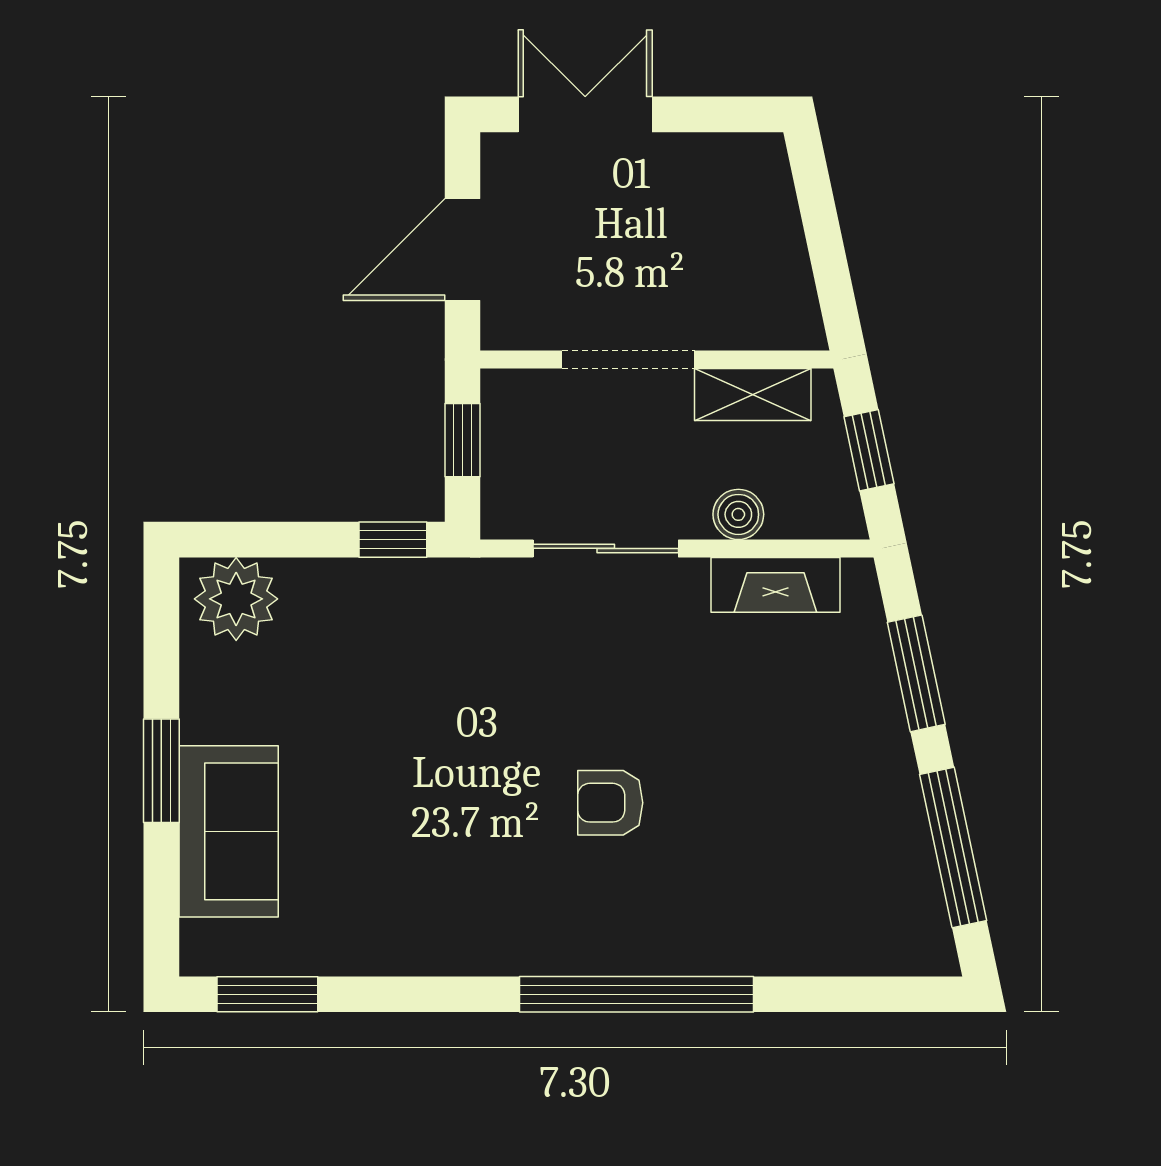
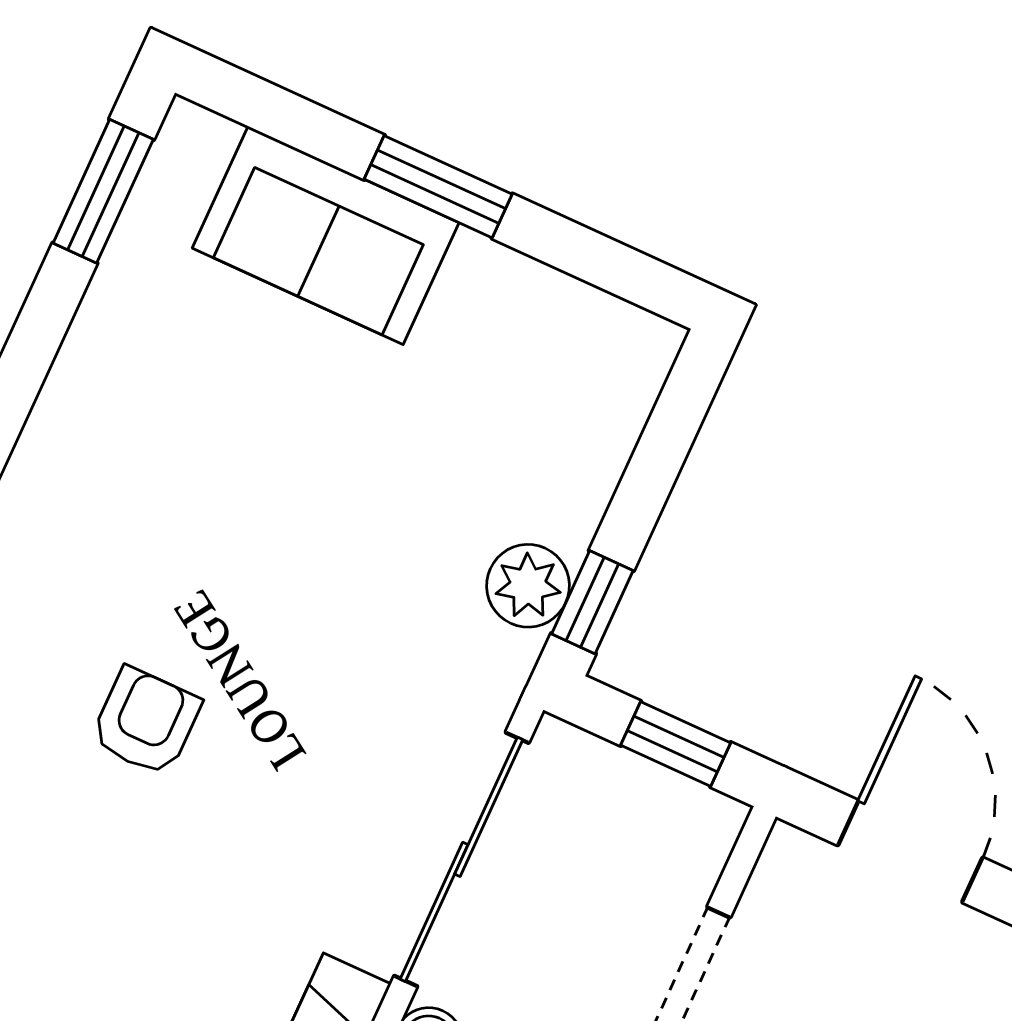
sliding door: (606, 548) -> (461, 859), width x1.37
plant: (236, 599) -> (528, 586), moved, width x0.73, depth x0.73

